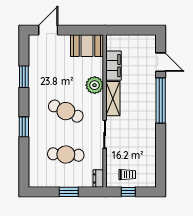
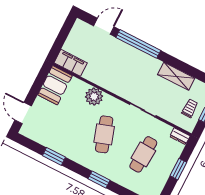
filing cabinet: (114, 66) -> (71, 63), moved
shelving: (113, 99) -> (176, 76), moved
cafe table: (66, 111) -> (104, 134), turned -42

